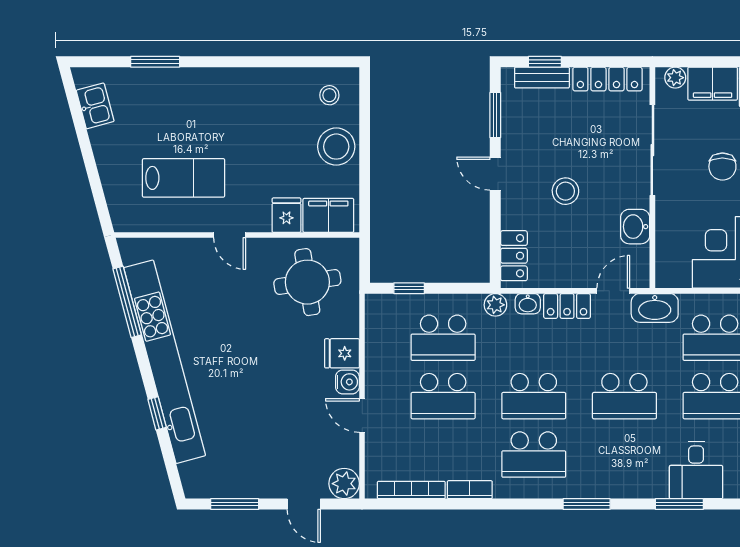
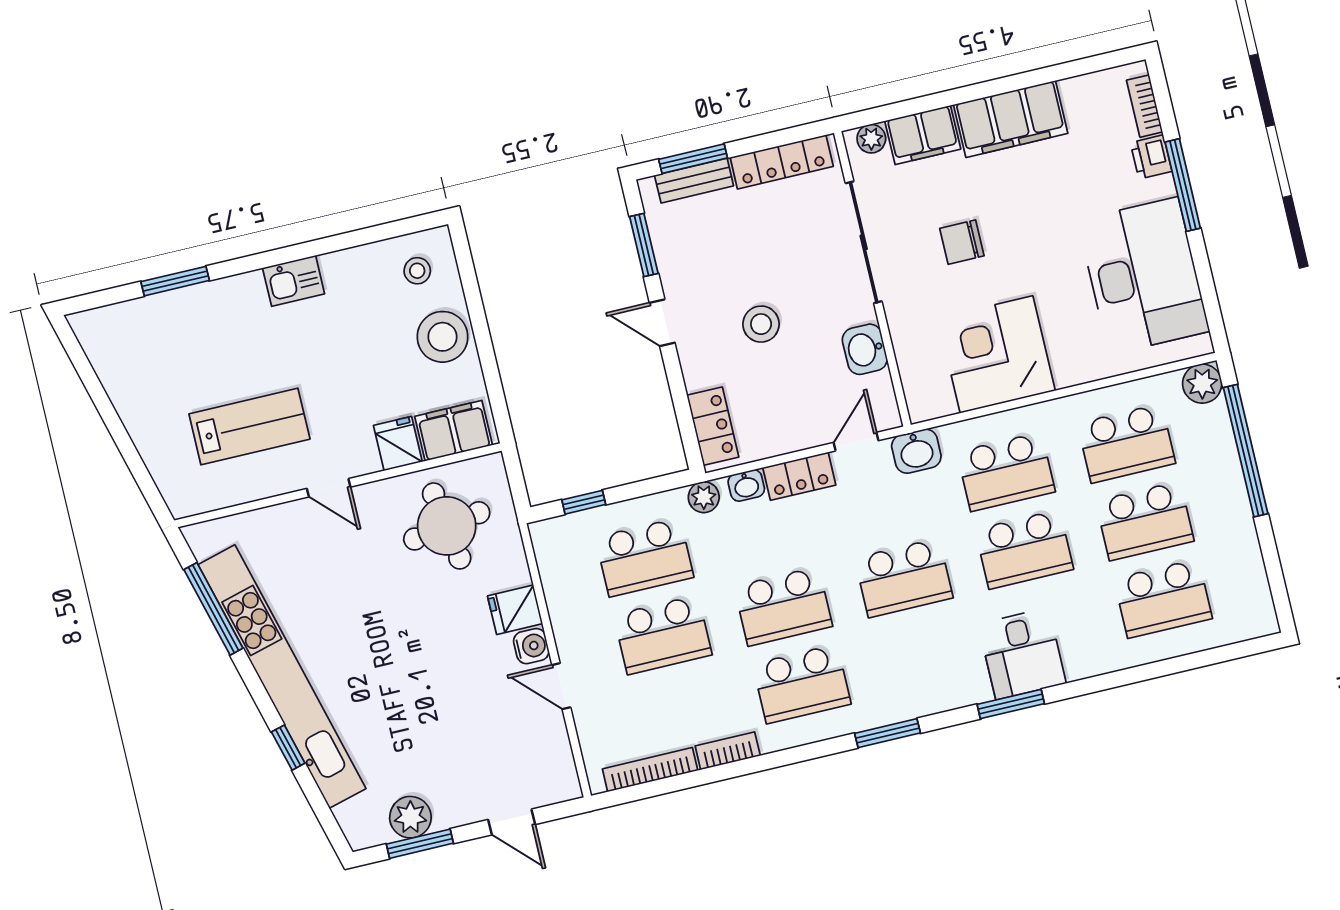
window: (545, 62) -> (693, 159), width x1.50
kitchen sink: (95, 106) -> (294, 281), moved, turned 105
chair: (722, 167) -> (962, 242), turned 90
washbasin: (655, 308) -> (916, 451), width x0.72
plant: (344, 484) -> (410, 817), moved

